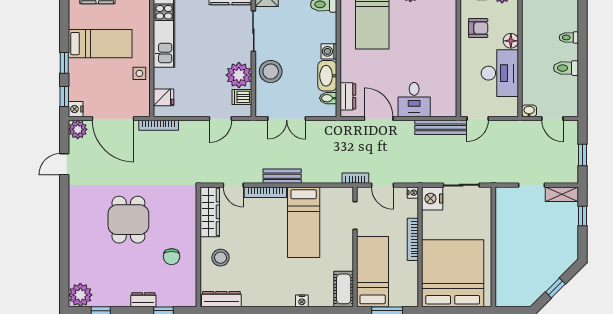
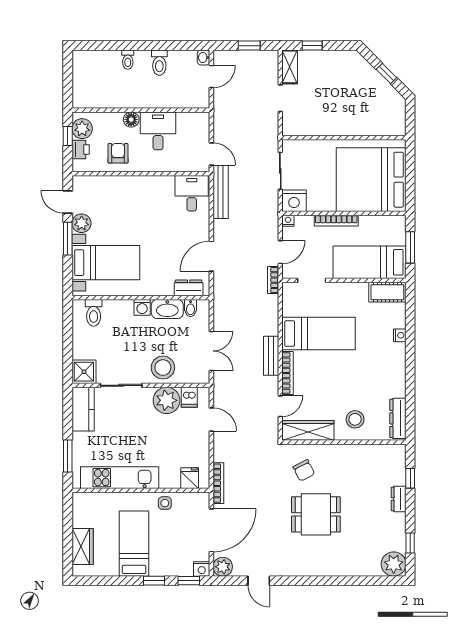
desk: (500, 73) -> (158, 131), width x0.73
desk: (414, 100) -> (192, 193), moved, turned -90
washbasin: (529, 111) -> (204, 57), moved
chair: (172, 257) -> (304, 470), moved, turned 63

